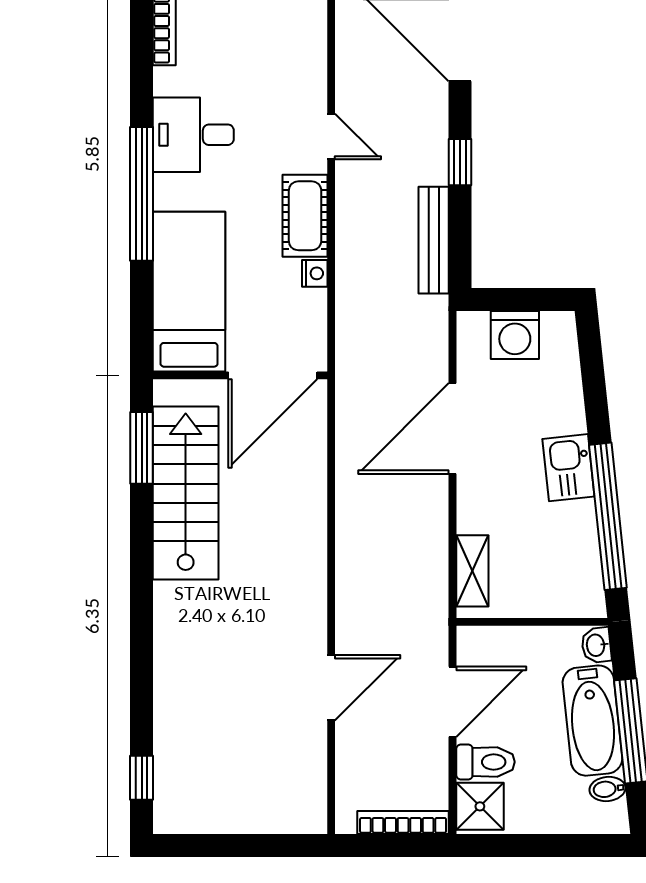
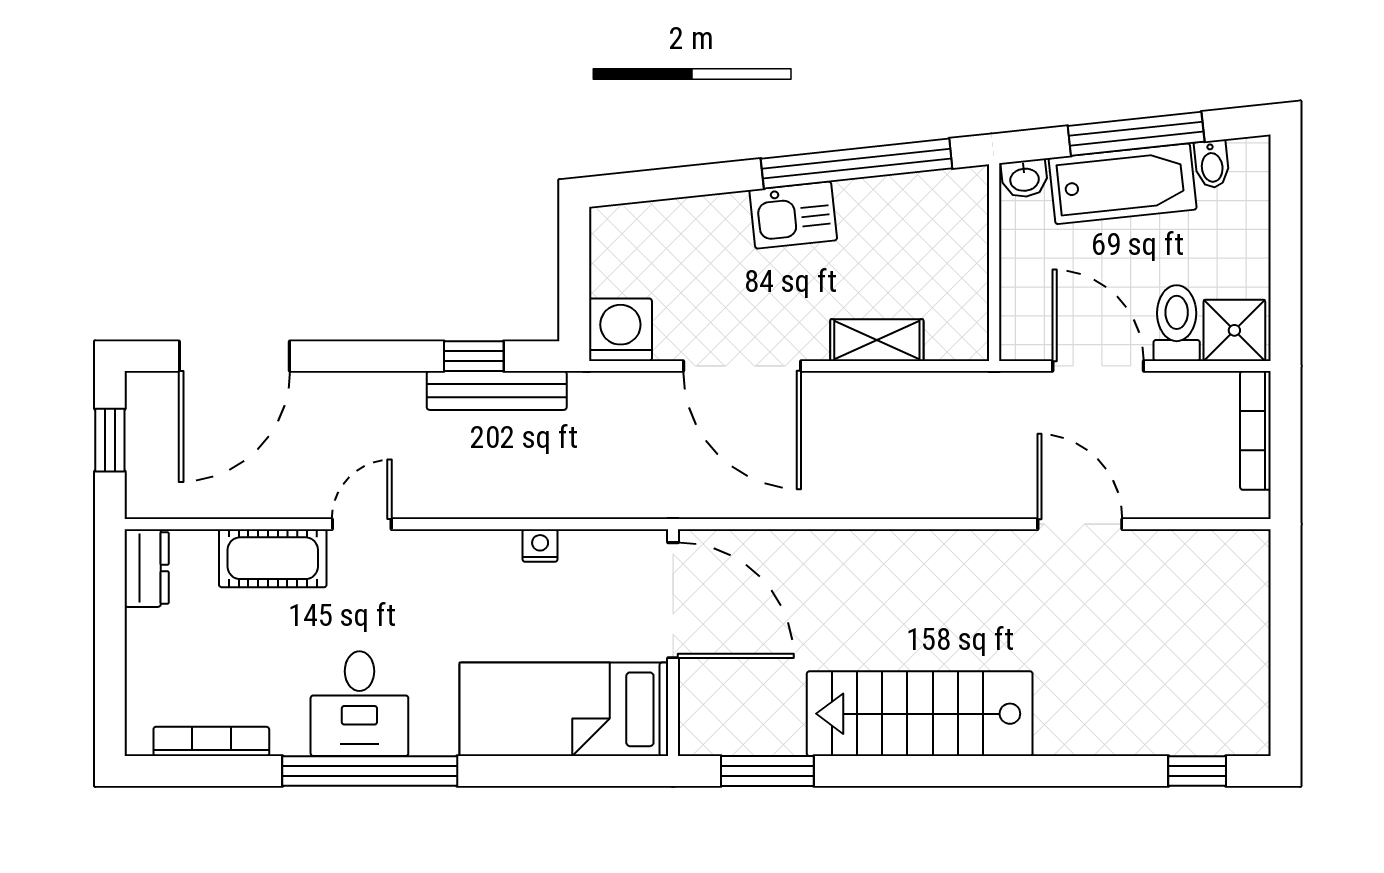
window: (460, 162) -> (474, 356), moved
window: (142, 194) -> (370, 771), moved
cot: (305, 216) -> (273, 558), moved
washing machine: (515, 335) -> (620, 330), moved, turned -90
stairs: (186, 493) -> (920, 714), moved
shelving: (472, 571) -> (877, 340), moved

